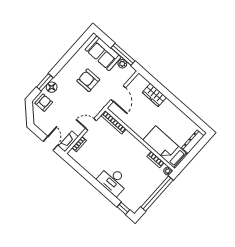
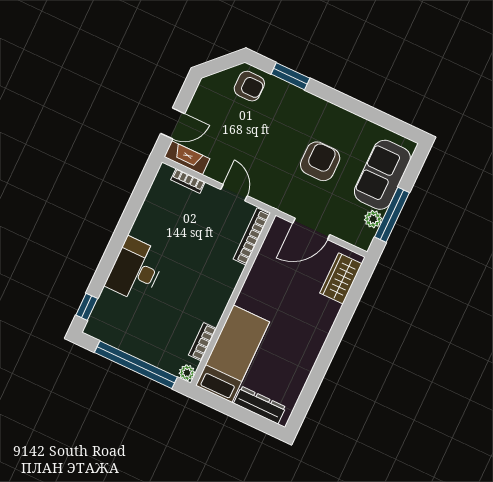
floor lamp: (52, 87) -> (285, 93), removed
wardrobe: (154, 95) -> (341, 278), moved

